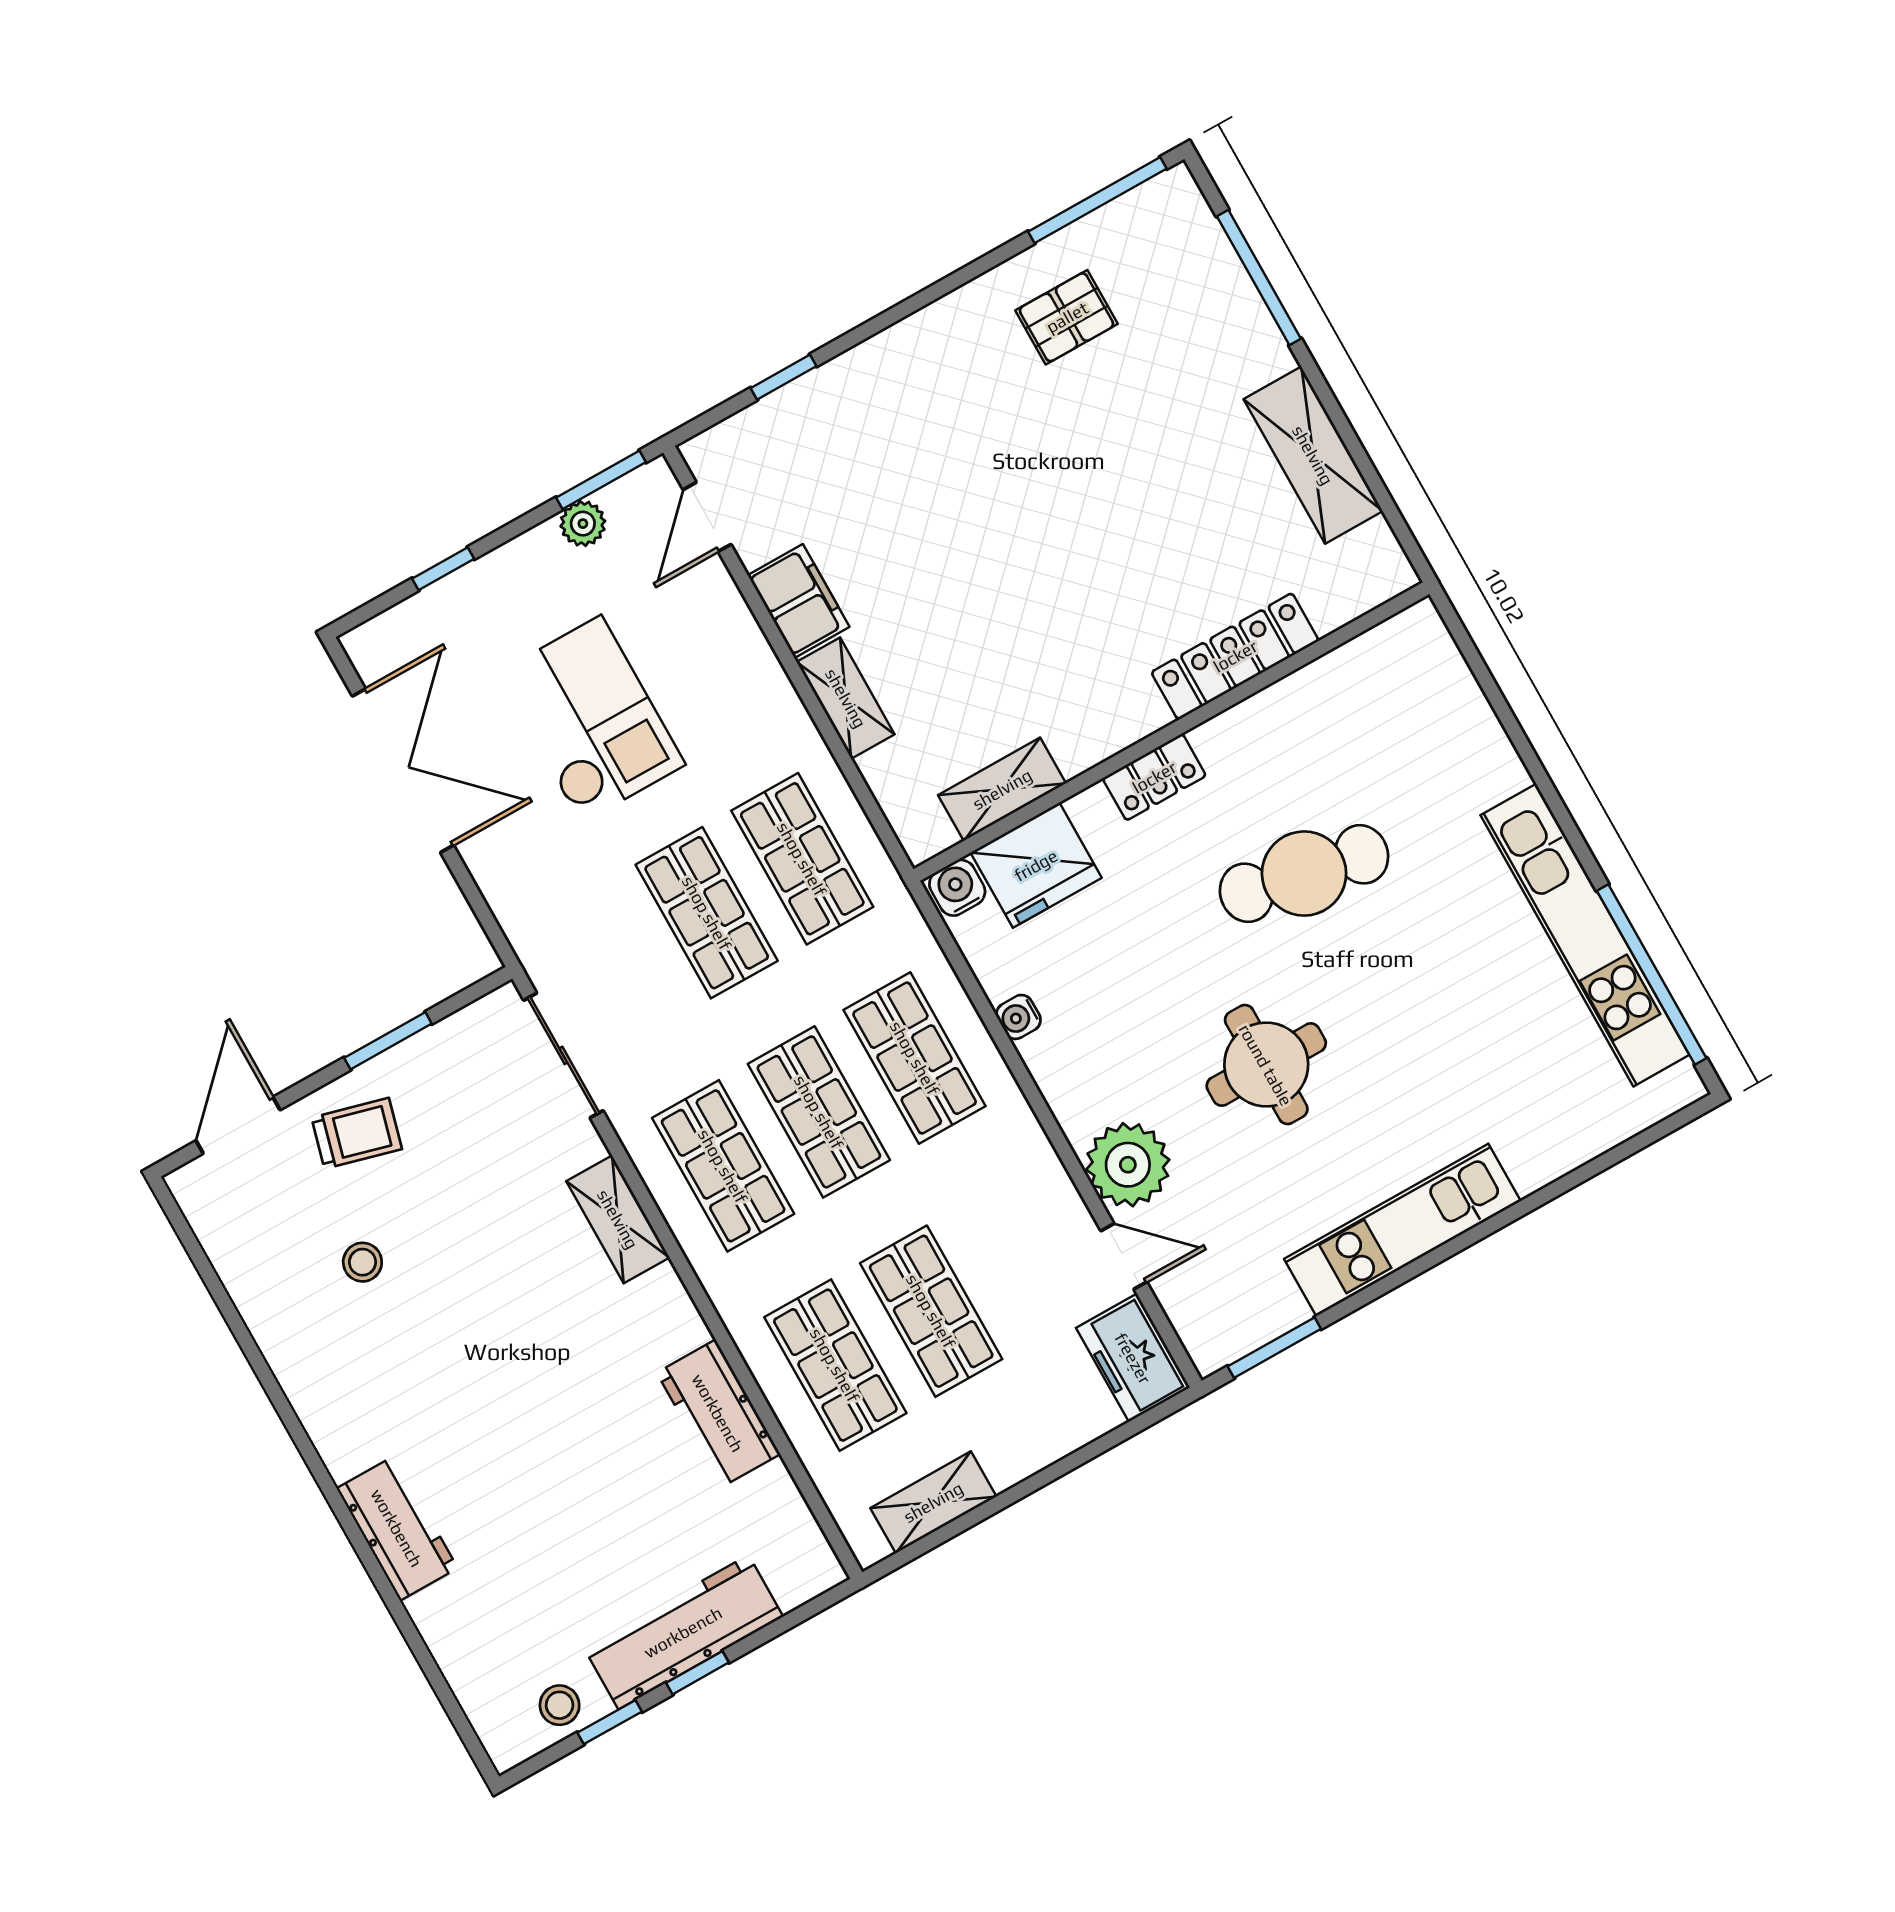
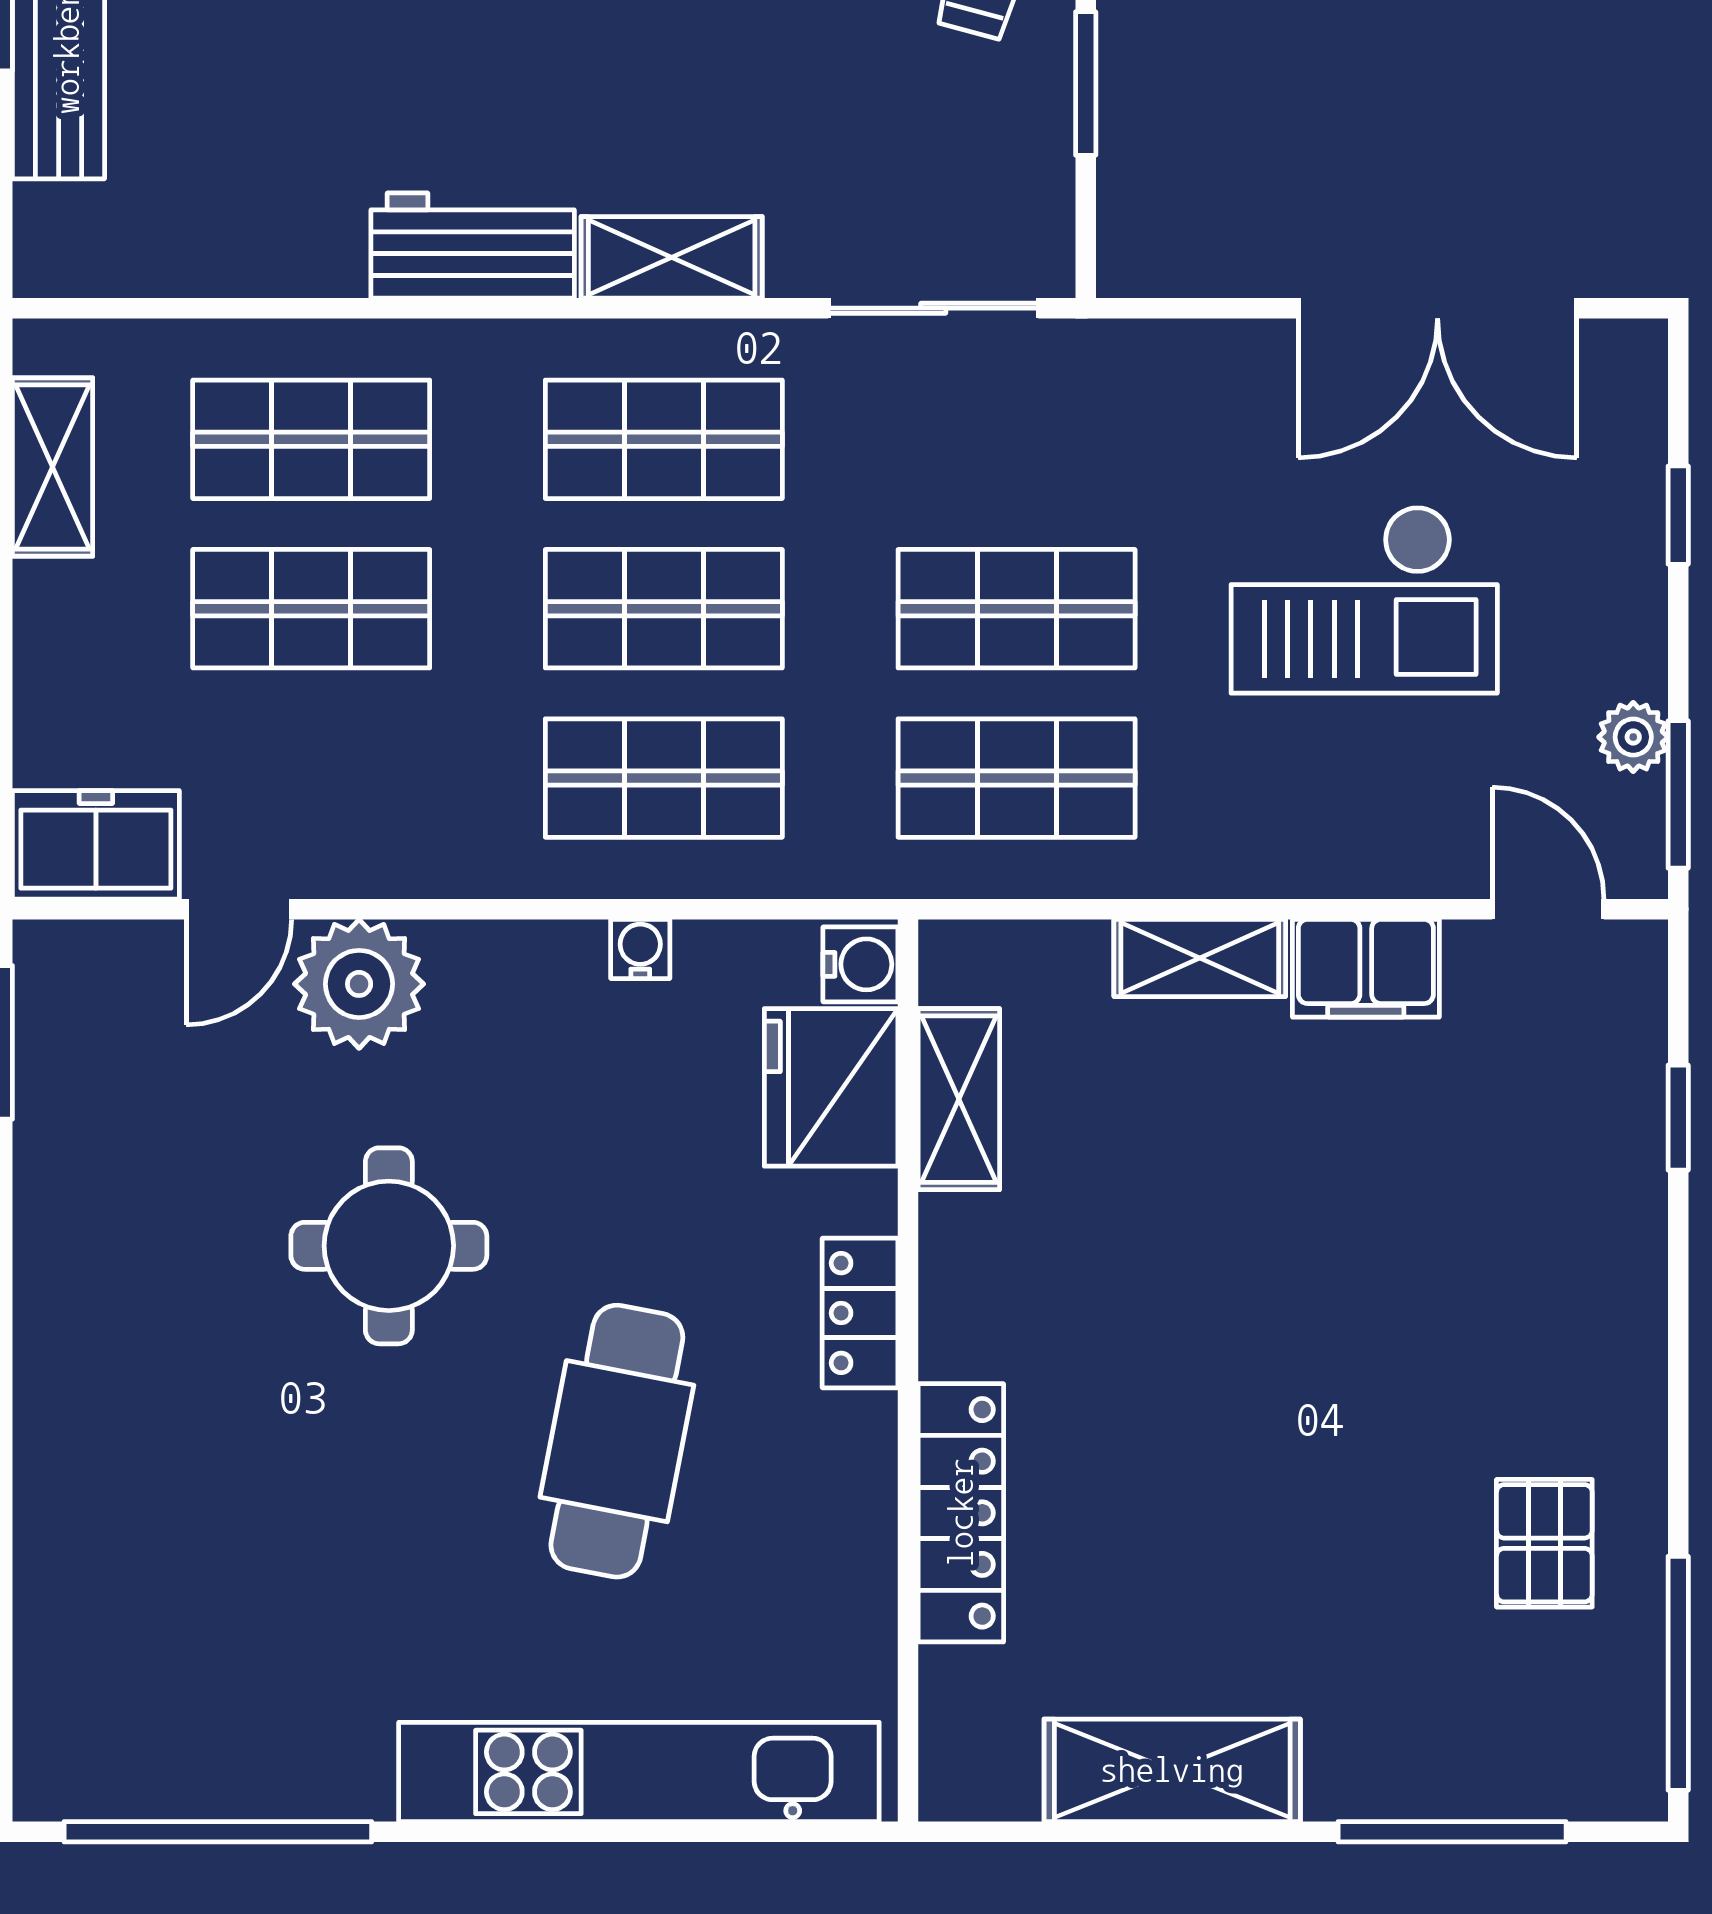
kitchen unit: (1585, 935) -> (639, 1772), moved
kitchen unit: (1402, 1230) -> (63, 1303), removed
workbench: (718, 1413) -> (473, 246), moved

